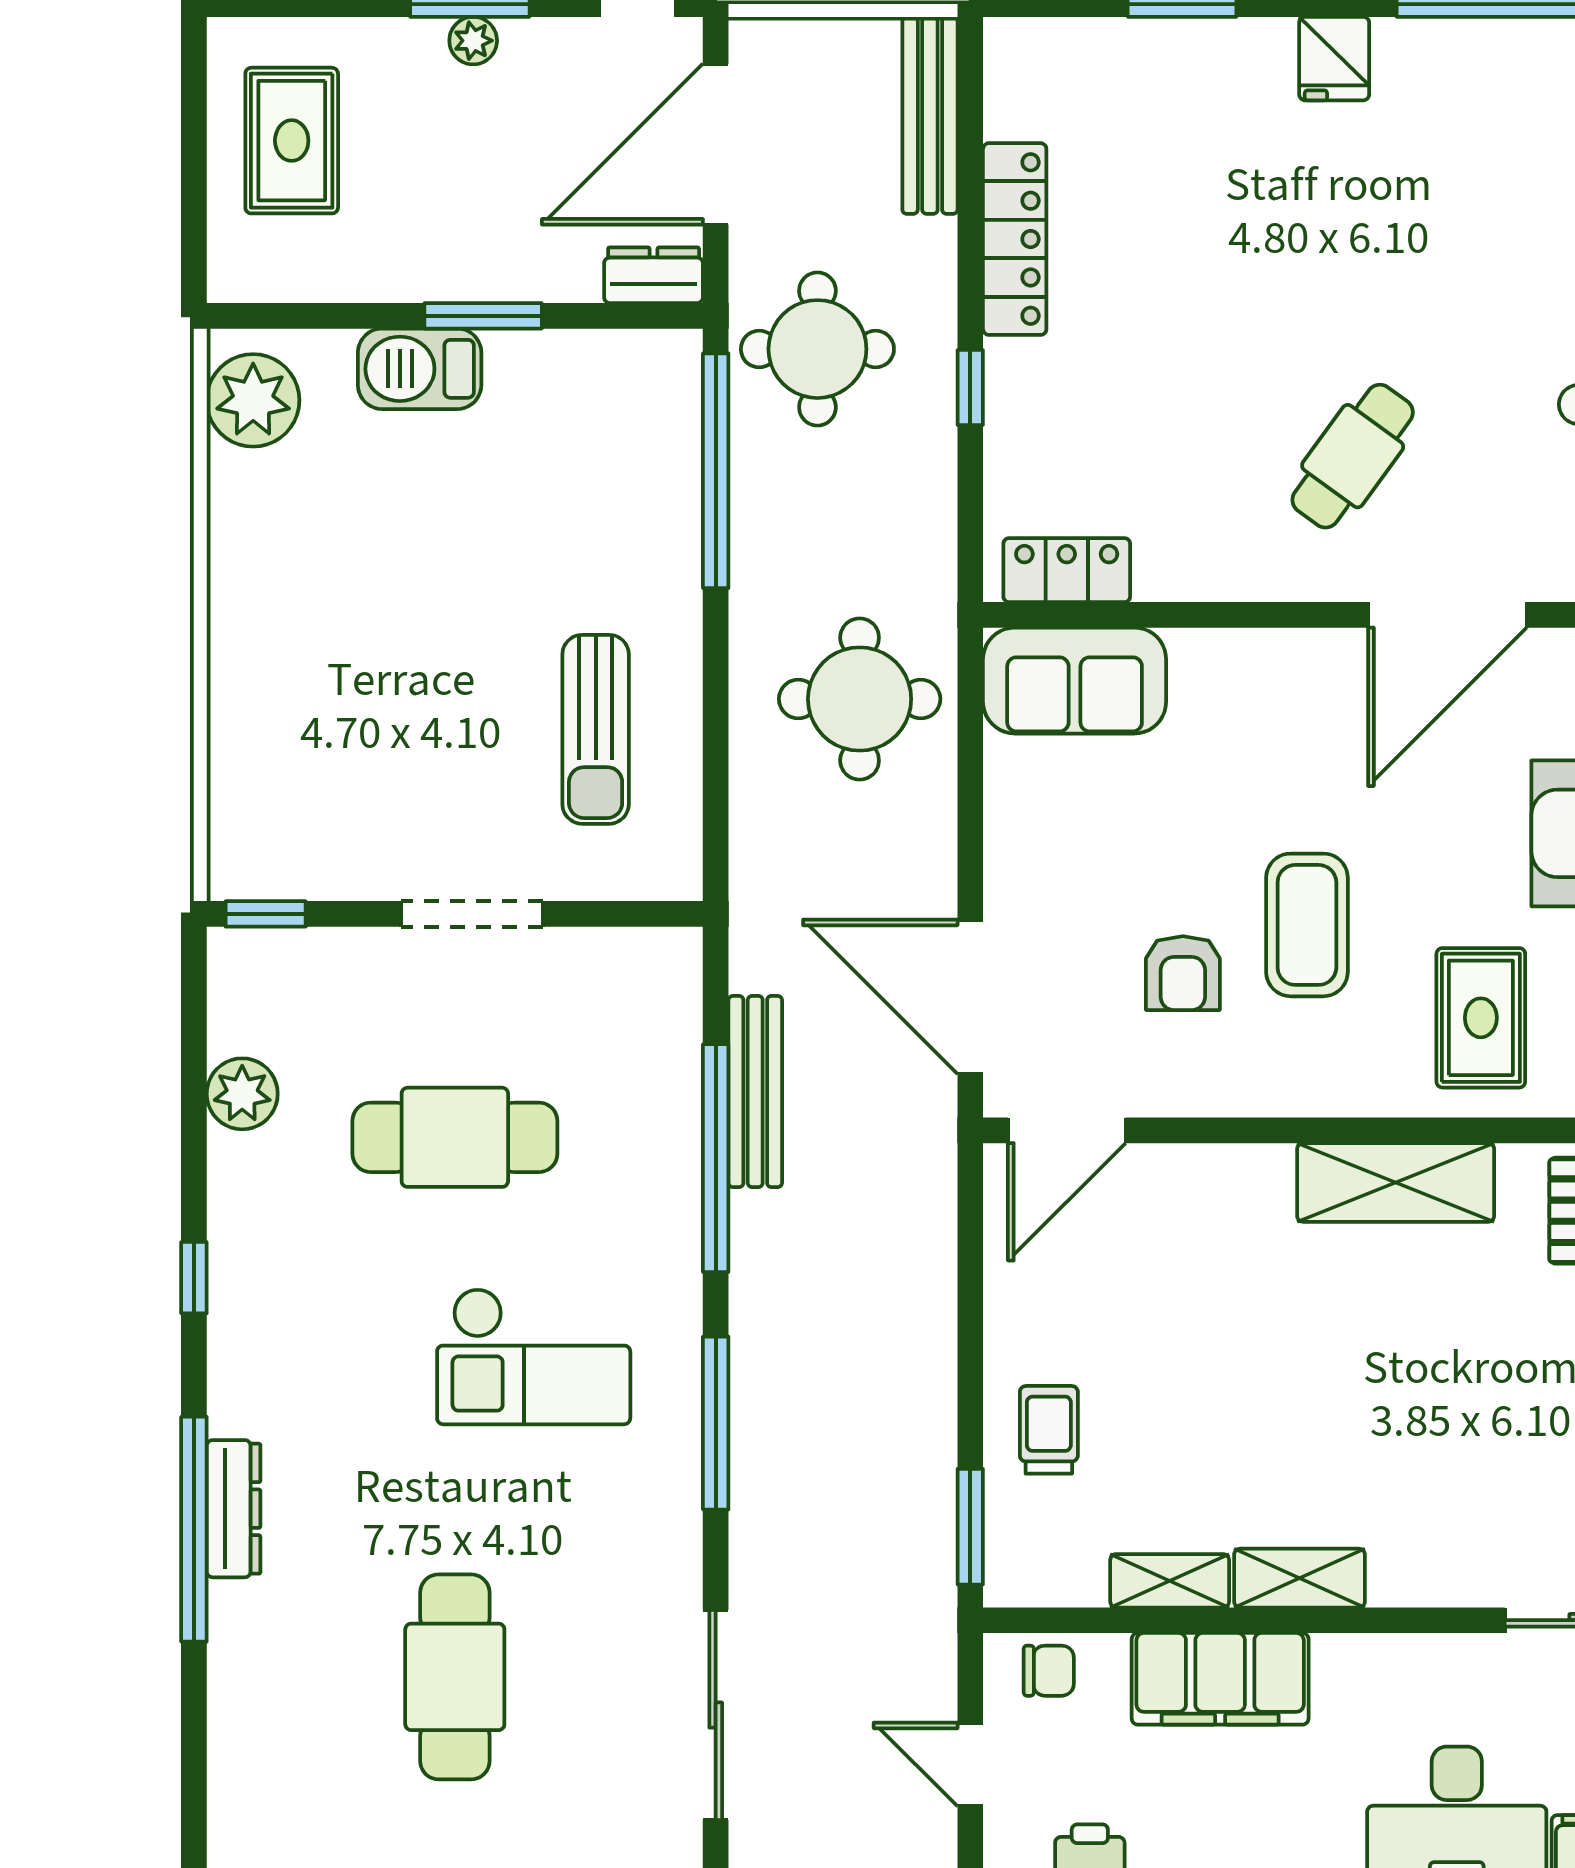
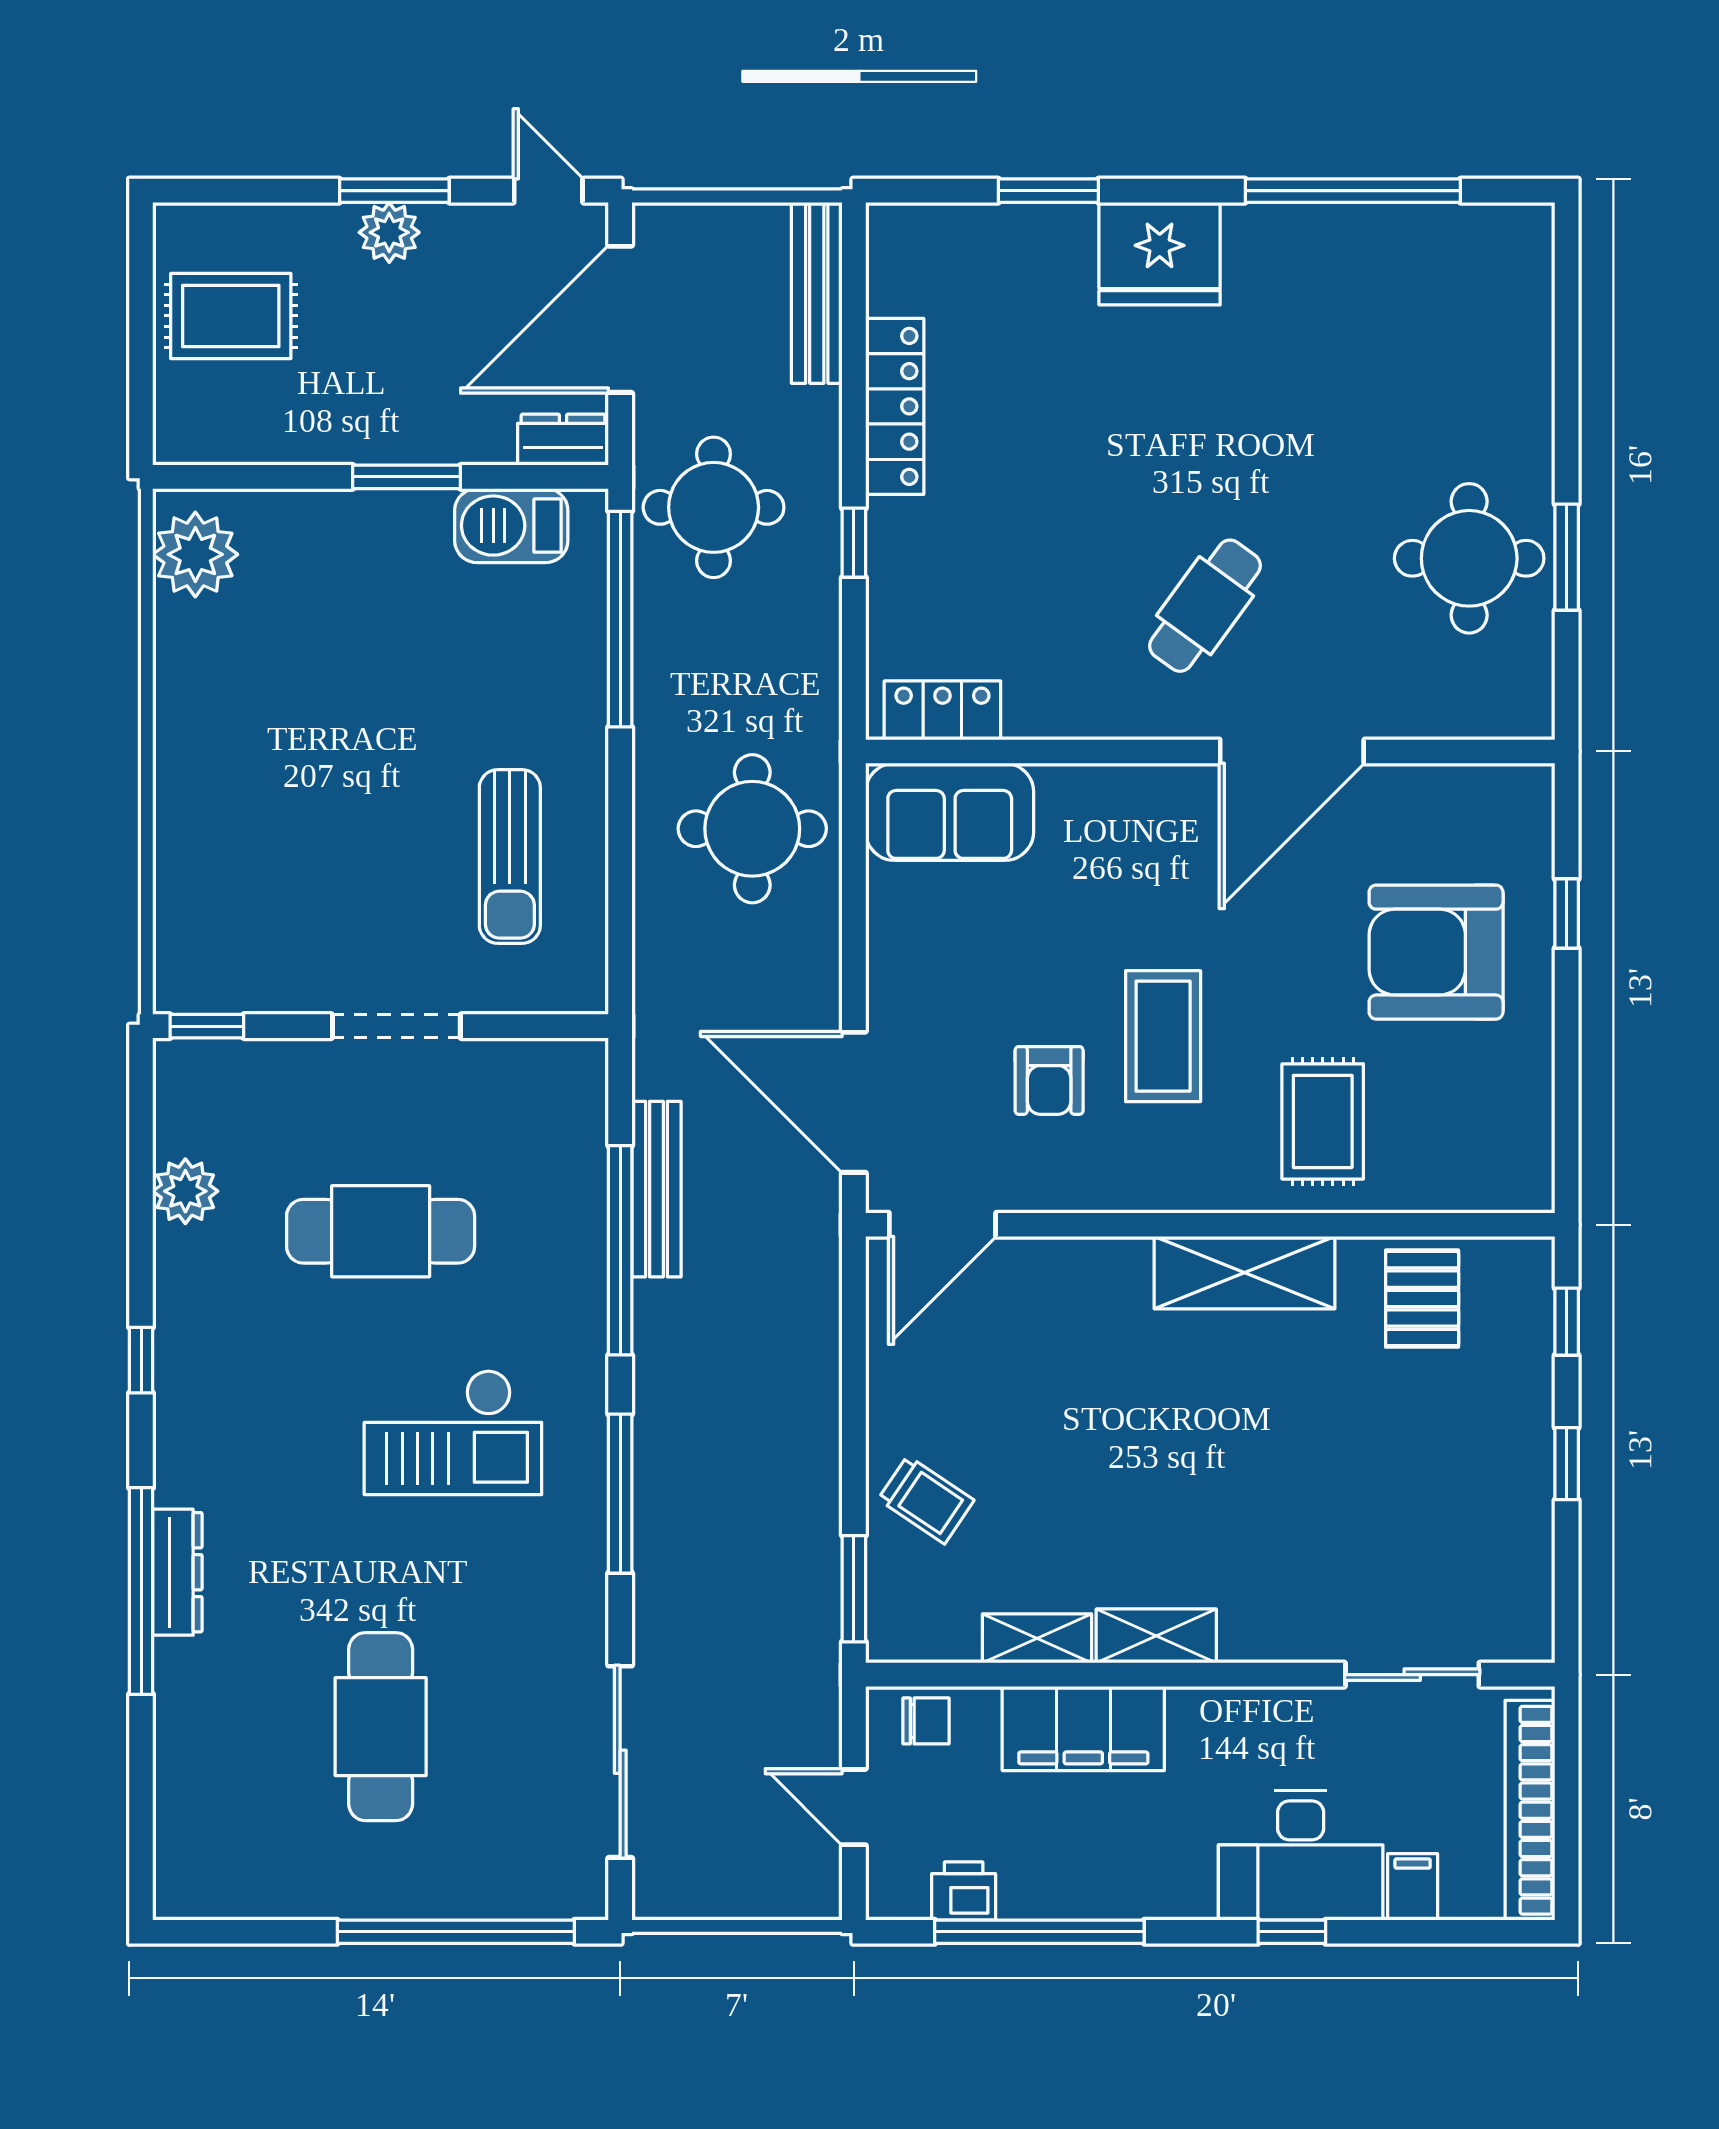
plant: (473, 41) -> (389, 232), width x1.38, depth x1.38
fridge: (1334, 59) -> (1160, 254), width x1.88, depth x1.34
rug: (292, 141) -> (231, 316), turned 90
barbecue: (420, 369) -> (511, 526), moved
trolley: (1049, 1430) -> (926, 1500), turned 124

